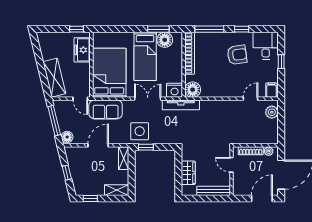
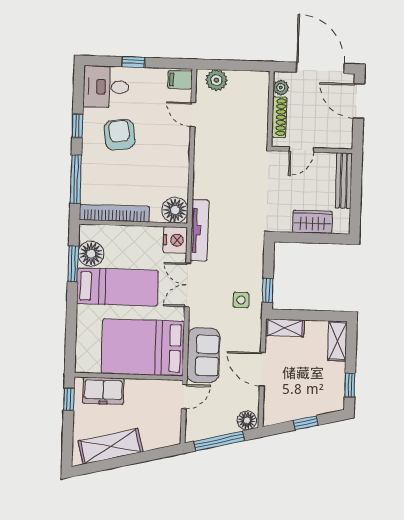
shelving: (54, 78) -> (110, 446), moved
side table: (140, 131) -> (241, 300), width x0.54, depth x0.54

